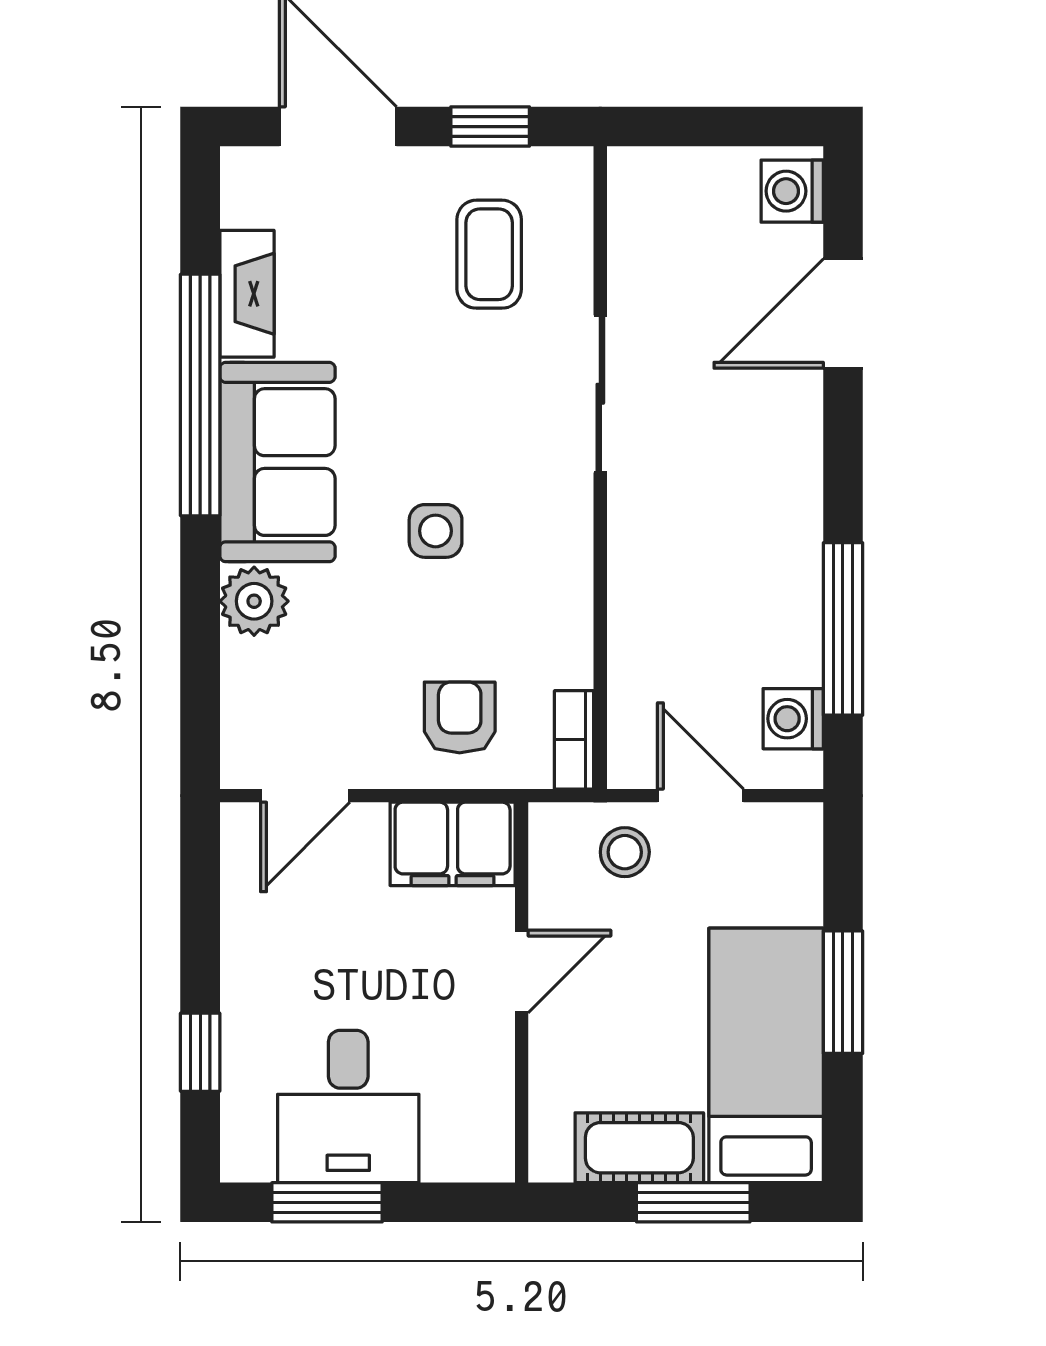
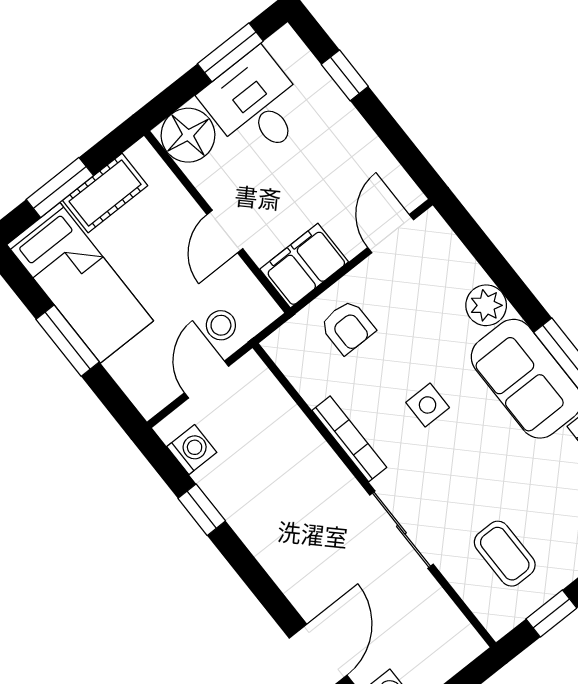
window: (843, 629) -> (202, 510), width x0.46
bookcase: (574, 740) -> (349, 439), moved, width x1.56
door: (701, 796) -> (207, 380), swing flipped
floor lamp: (469, 1137) -> (188, 135), added

